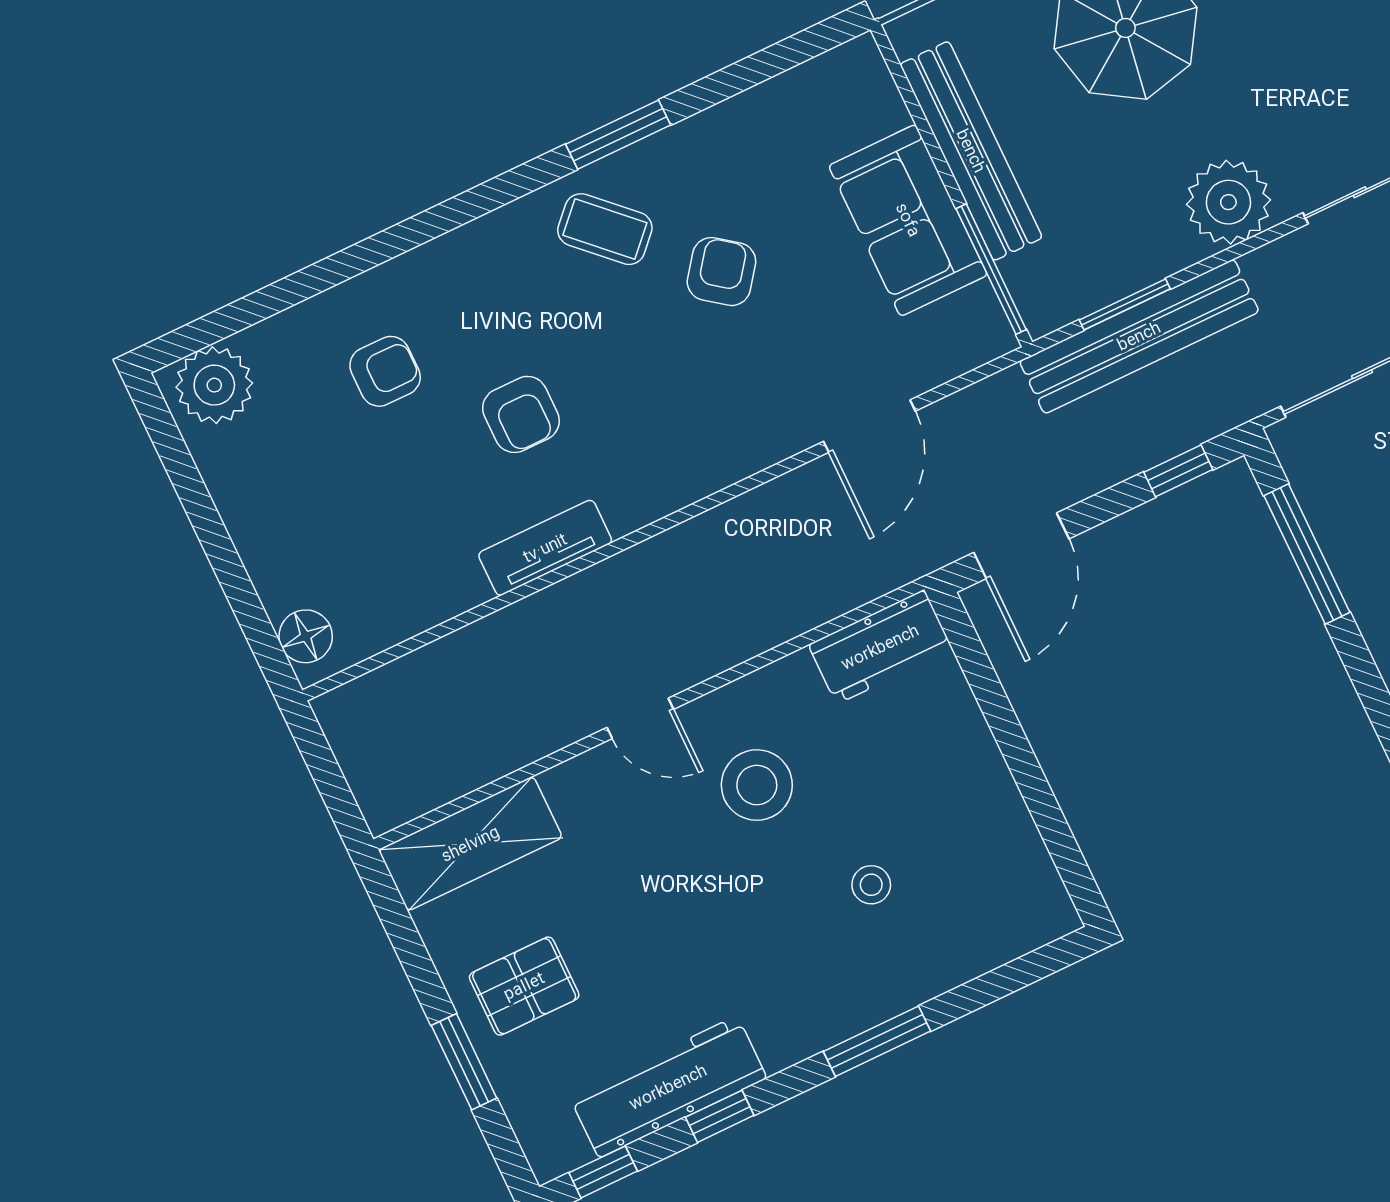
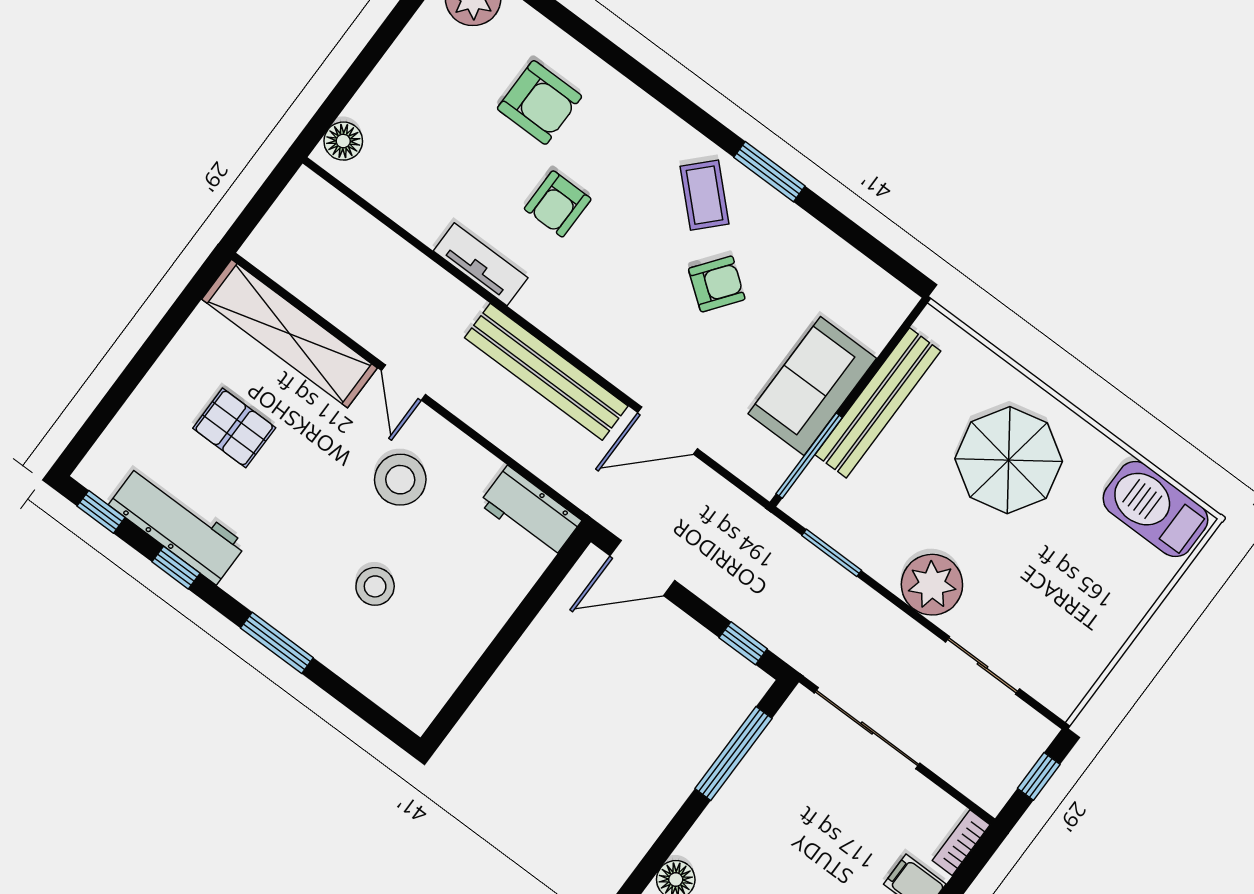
bench: (1139, 336) -> (546, 372), moved
armchair: (385, 371) -> (539, 102), width x1.38, depth x1.38
shelving: (470, 844) -> (290, 334), width x1.47
stool: (871, 885) -> (375, 586), width x1.37, depth x1.37
pallet: (524, 986) -> (234, 428), moved
window: (464, 1062) -> (125, 386), removed

